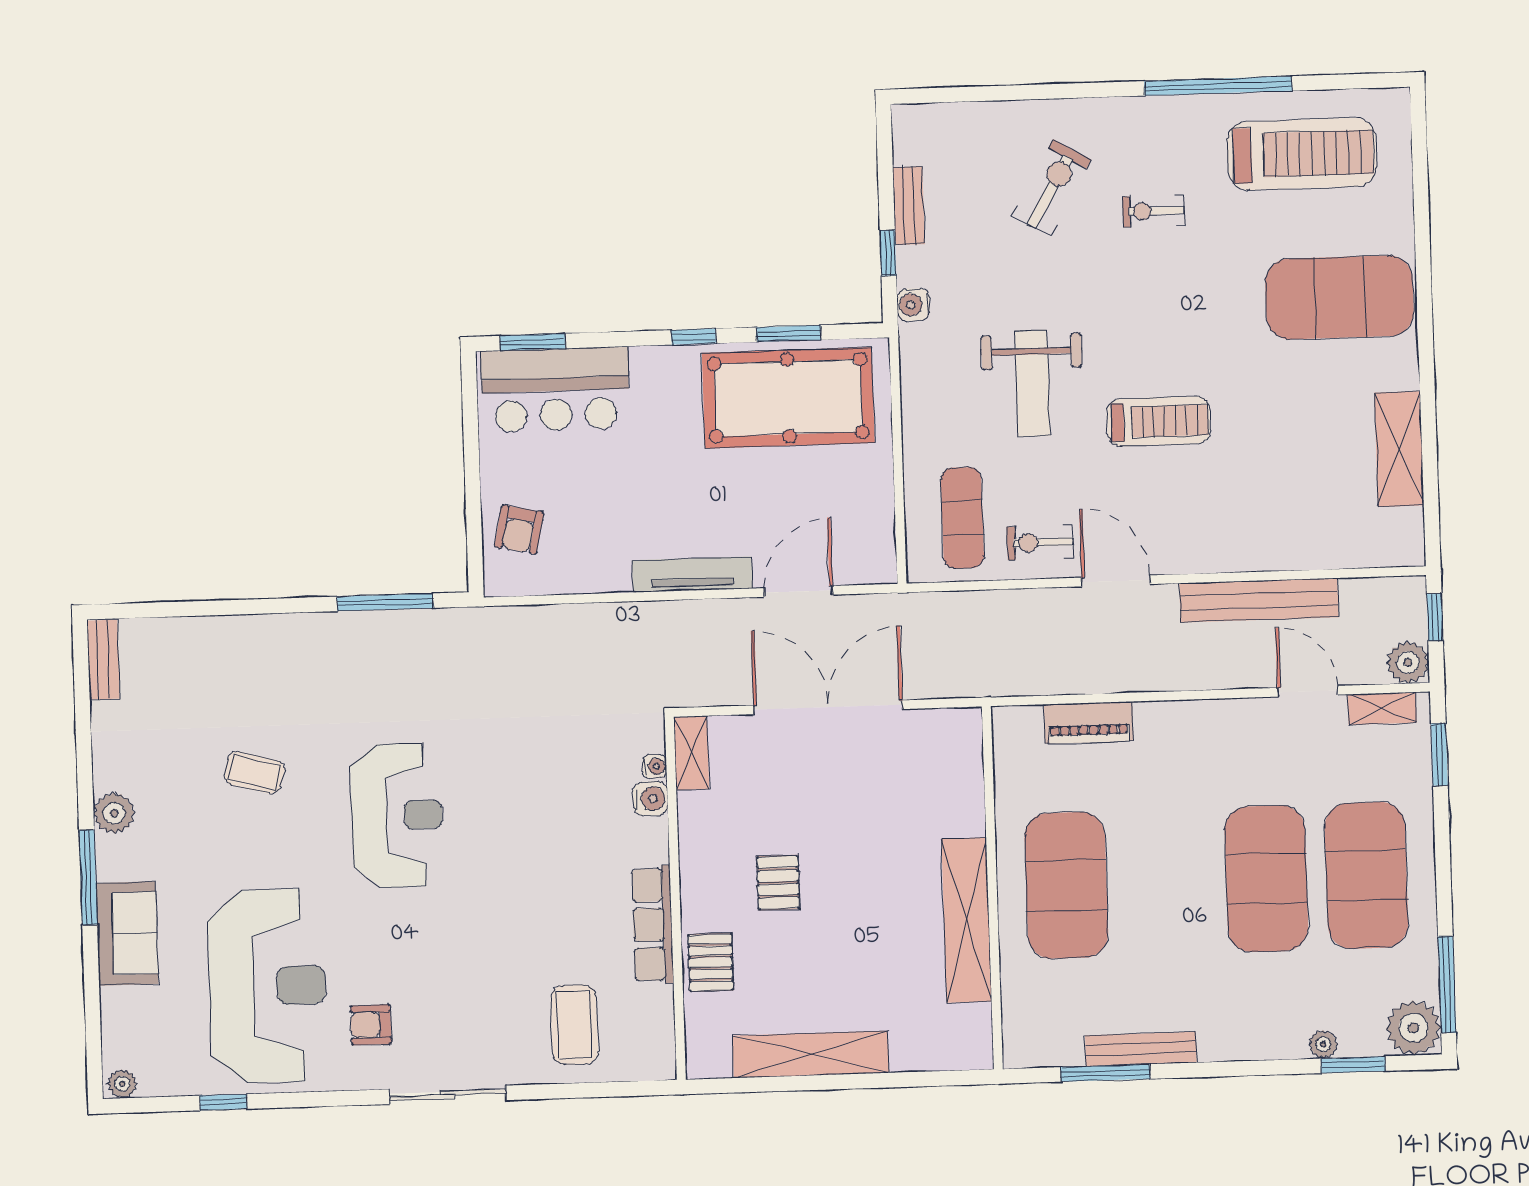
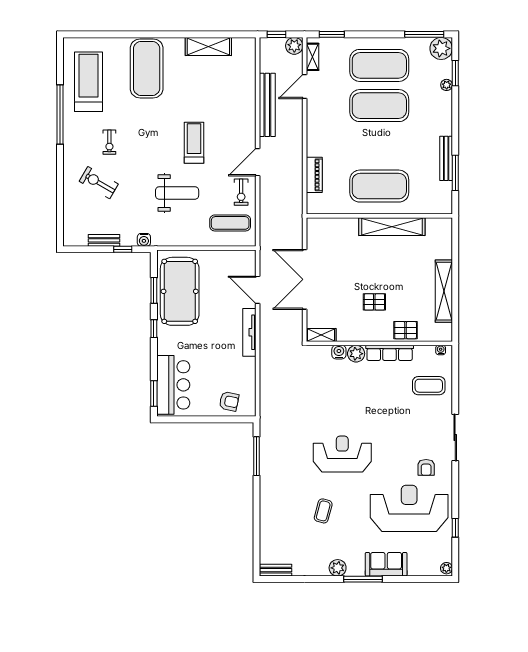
water cooler: (655, 766) -> (441, 350), moved
plant: (648, 842) -> (356, 354), added

